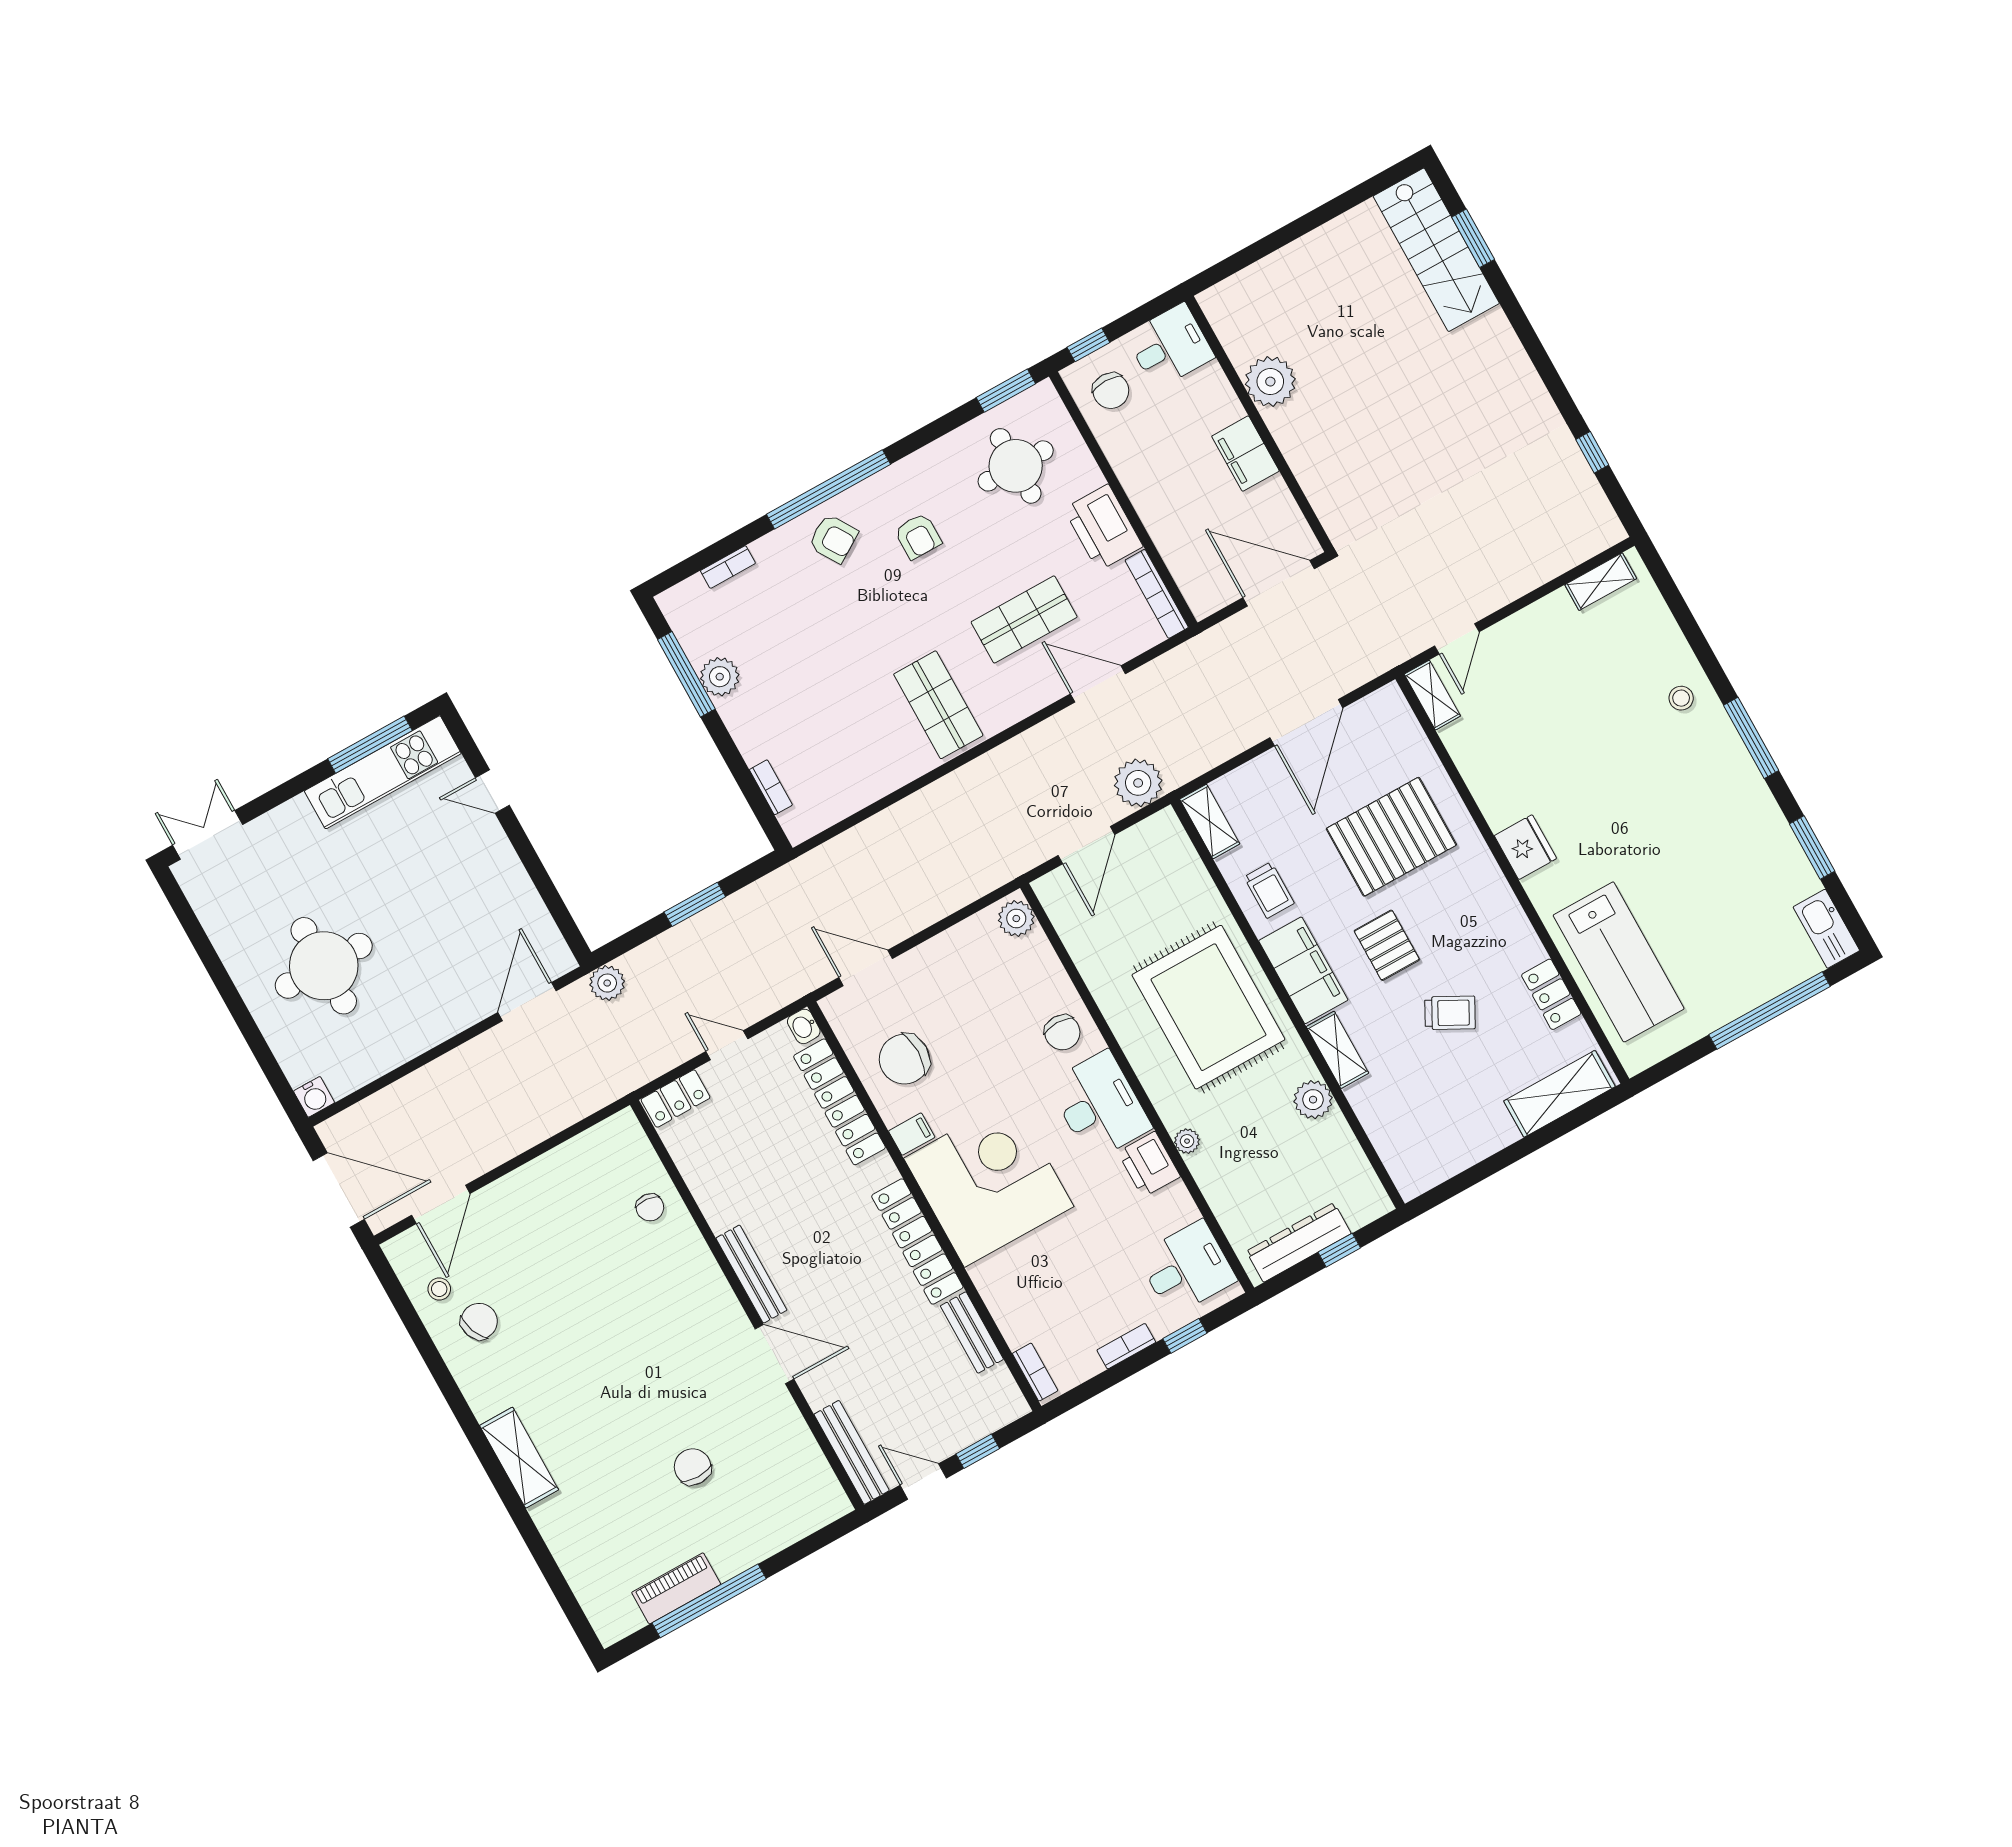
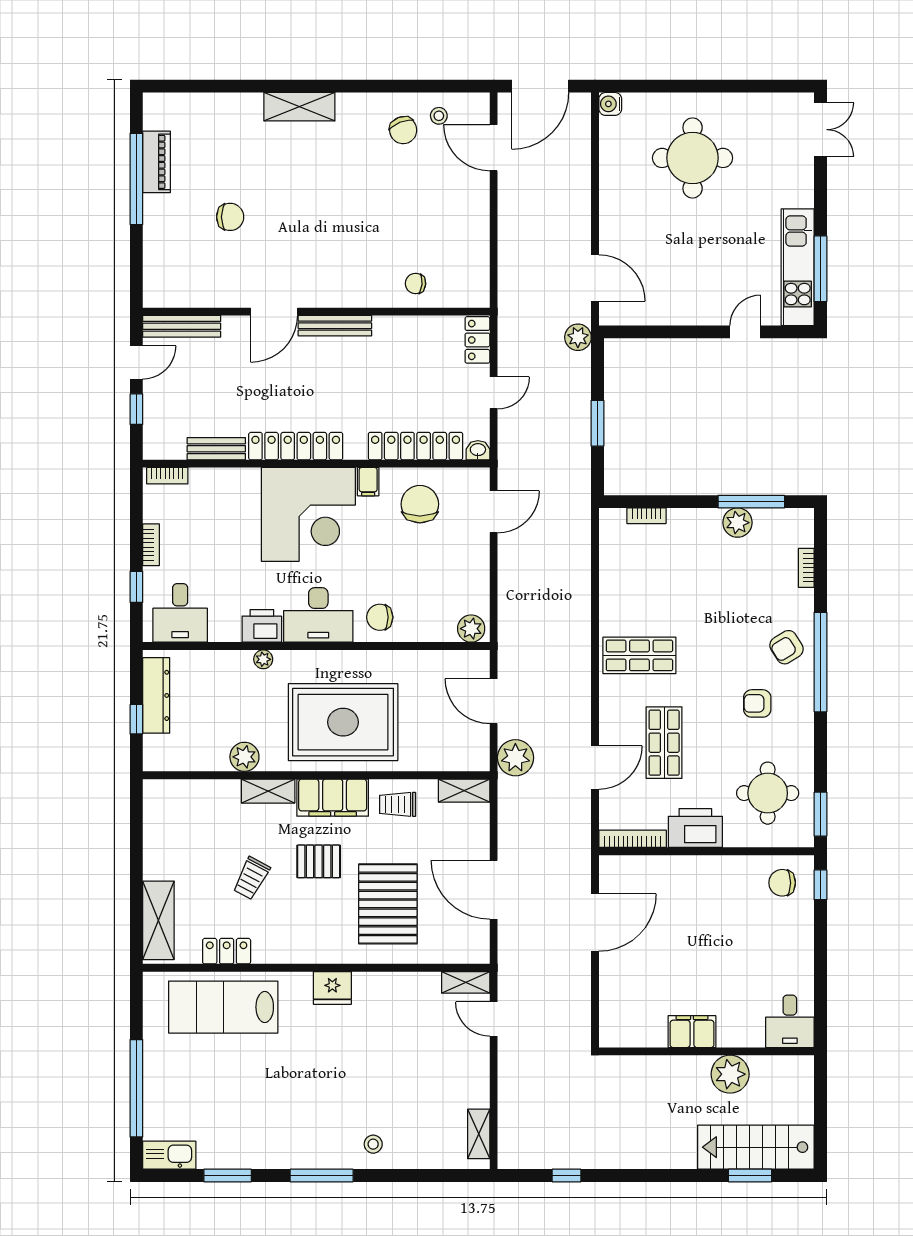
desk: (1170, 346) -> (790, 1021), moved
plant: (1270, 382) -> (730, 1074), moved
wall: (1259, 424) -> (706, 1051), moved
filing cabinet: (1245, 454) -> (692, 1032), moved

